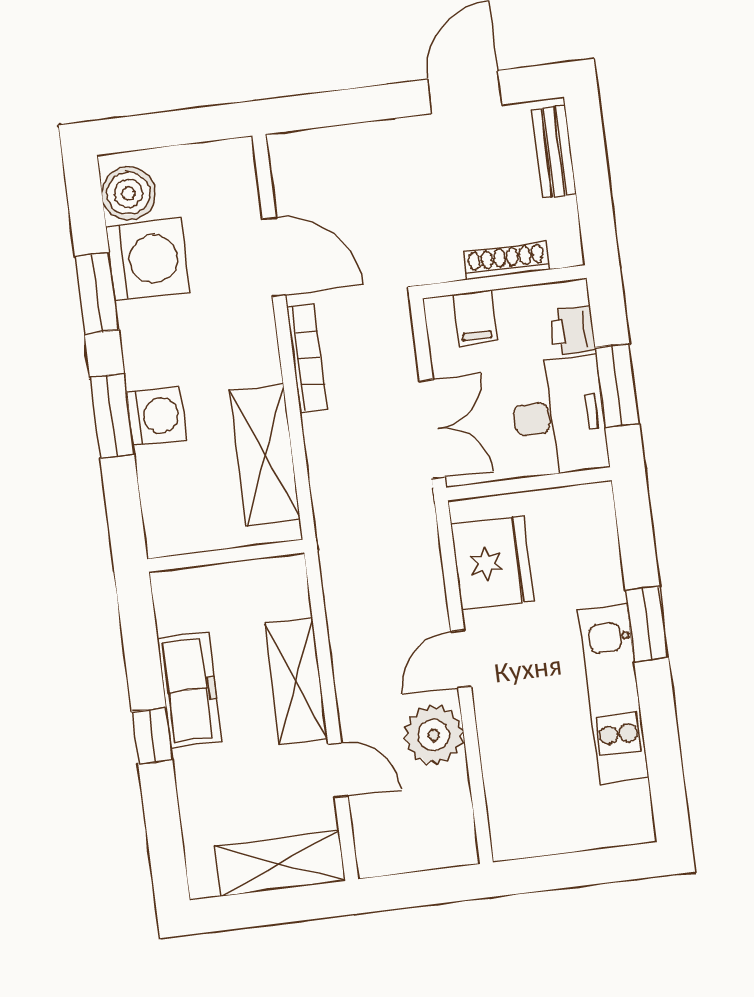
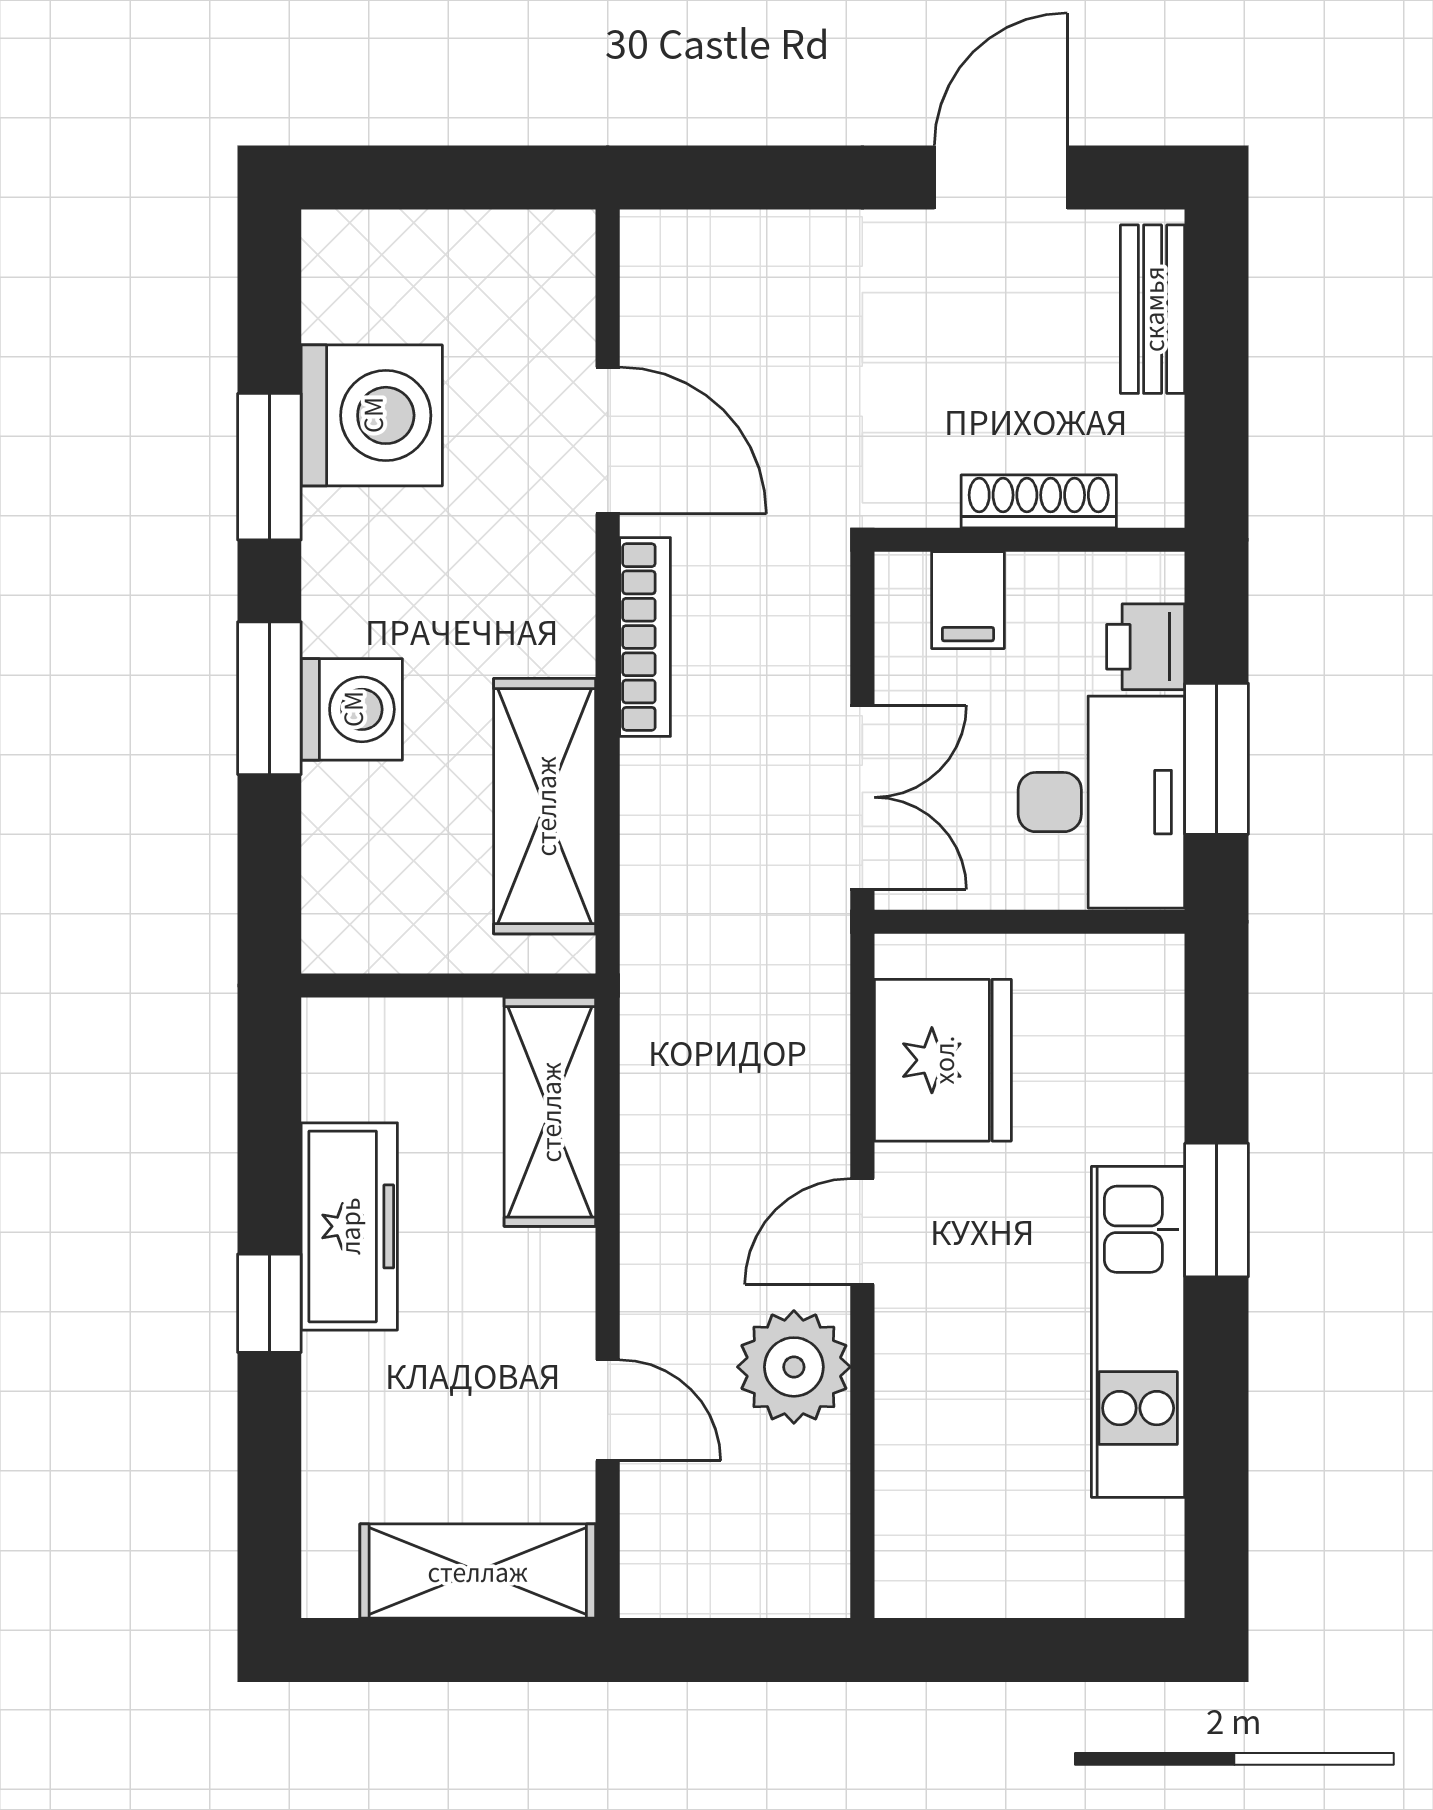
boiler: (129, 193) -> (352, 288), removed
shelving: (296, 681) -> (550, 1112), moved

